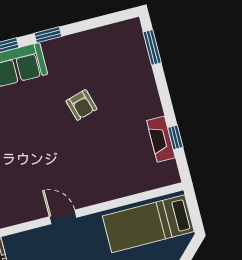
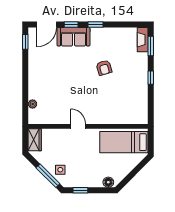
window: (175, 137) -> (151, 78), moved
fireplace: (161, 139) -> (143, 40), moved

